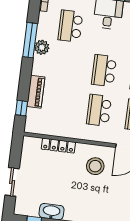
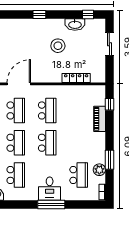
window: (30, 40) -> (109, 160), width x0.69
plant: (42, 47) -> (99, 170), moved
stool: (95, 166) -> (58, 46), moved

